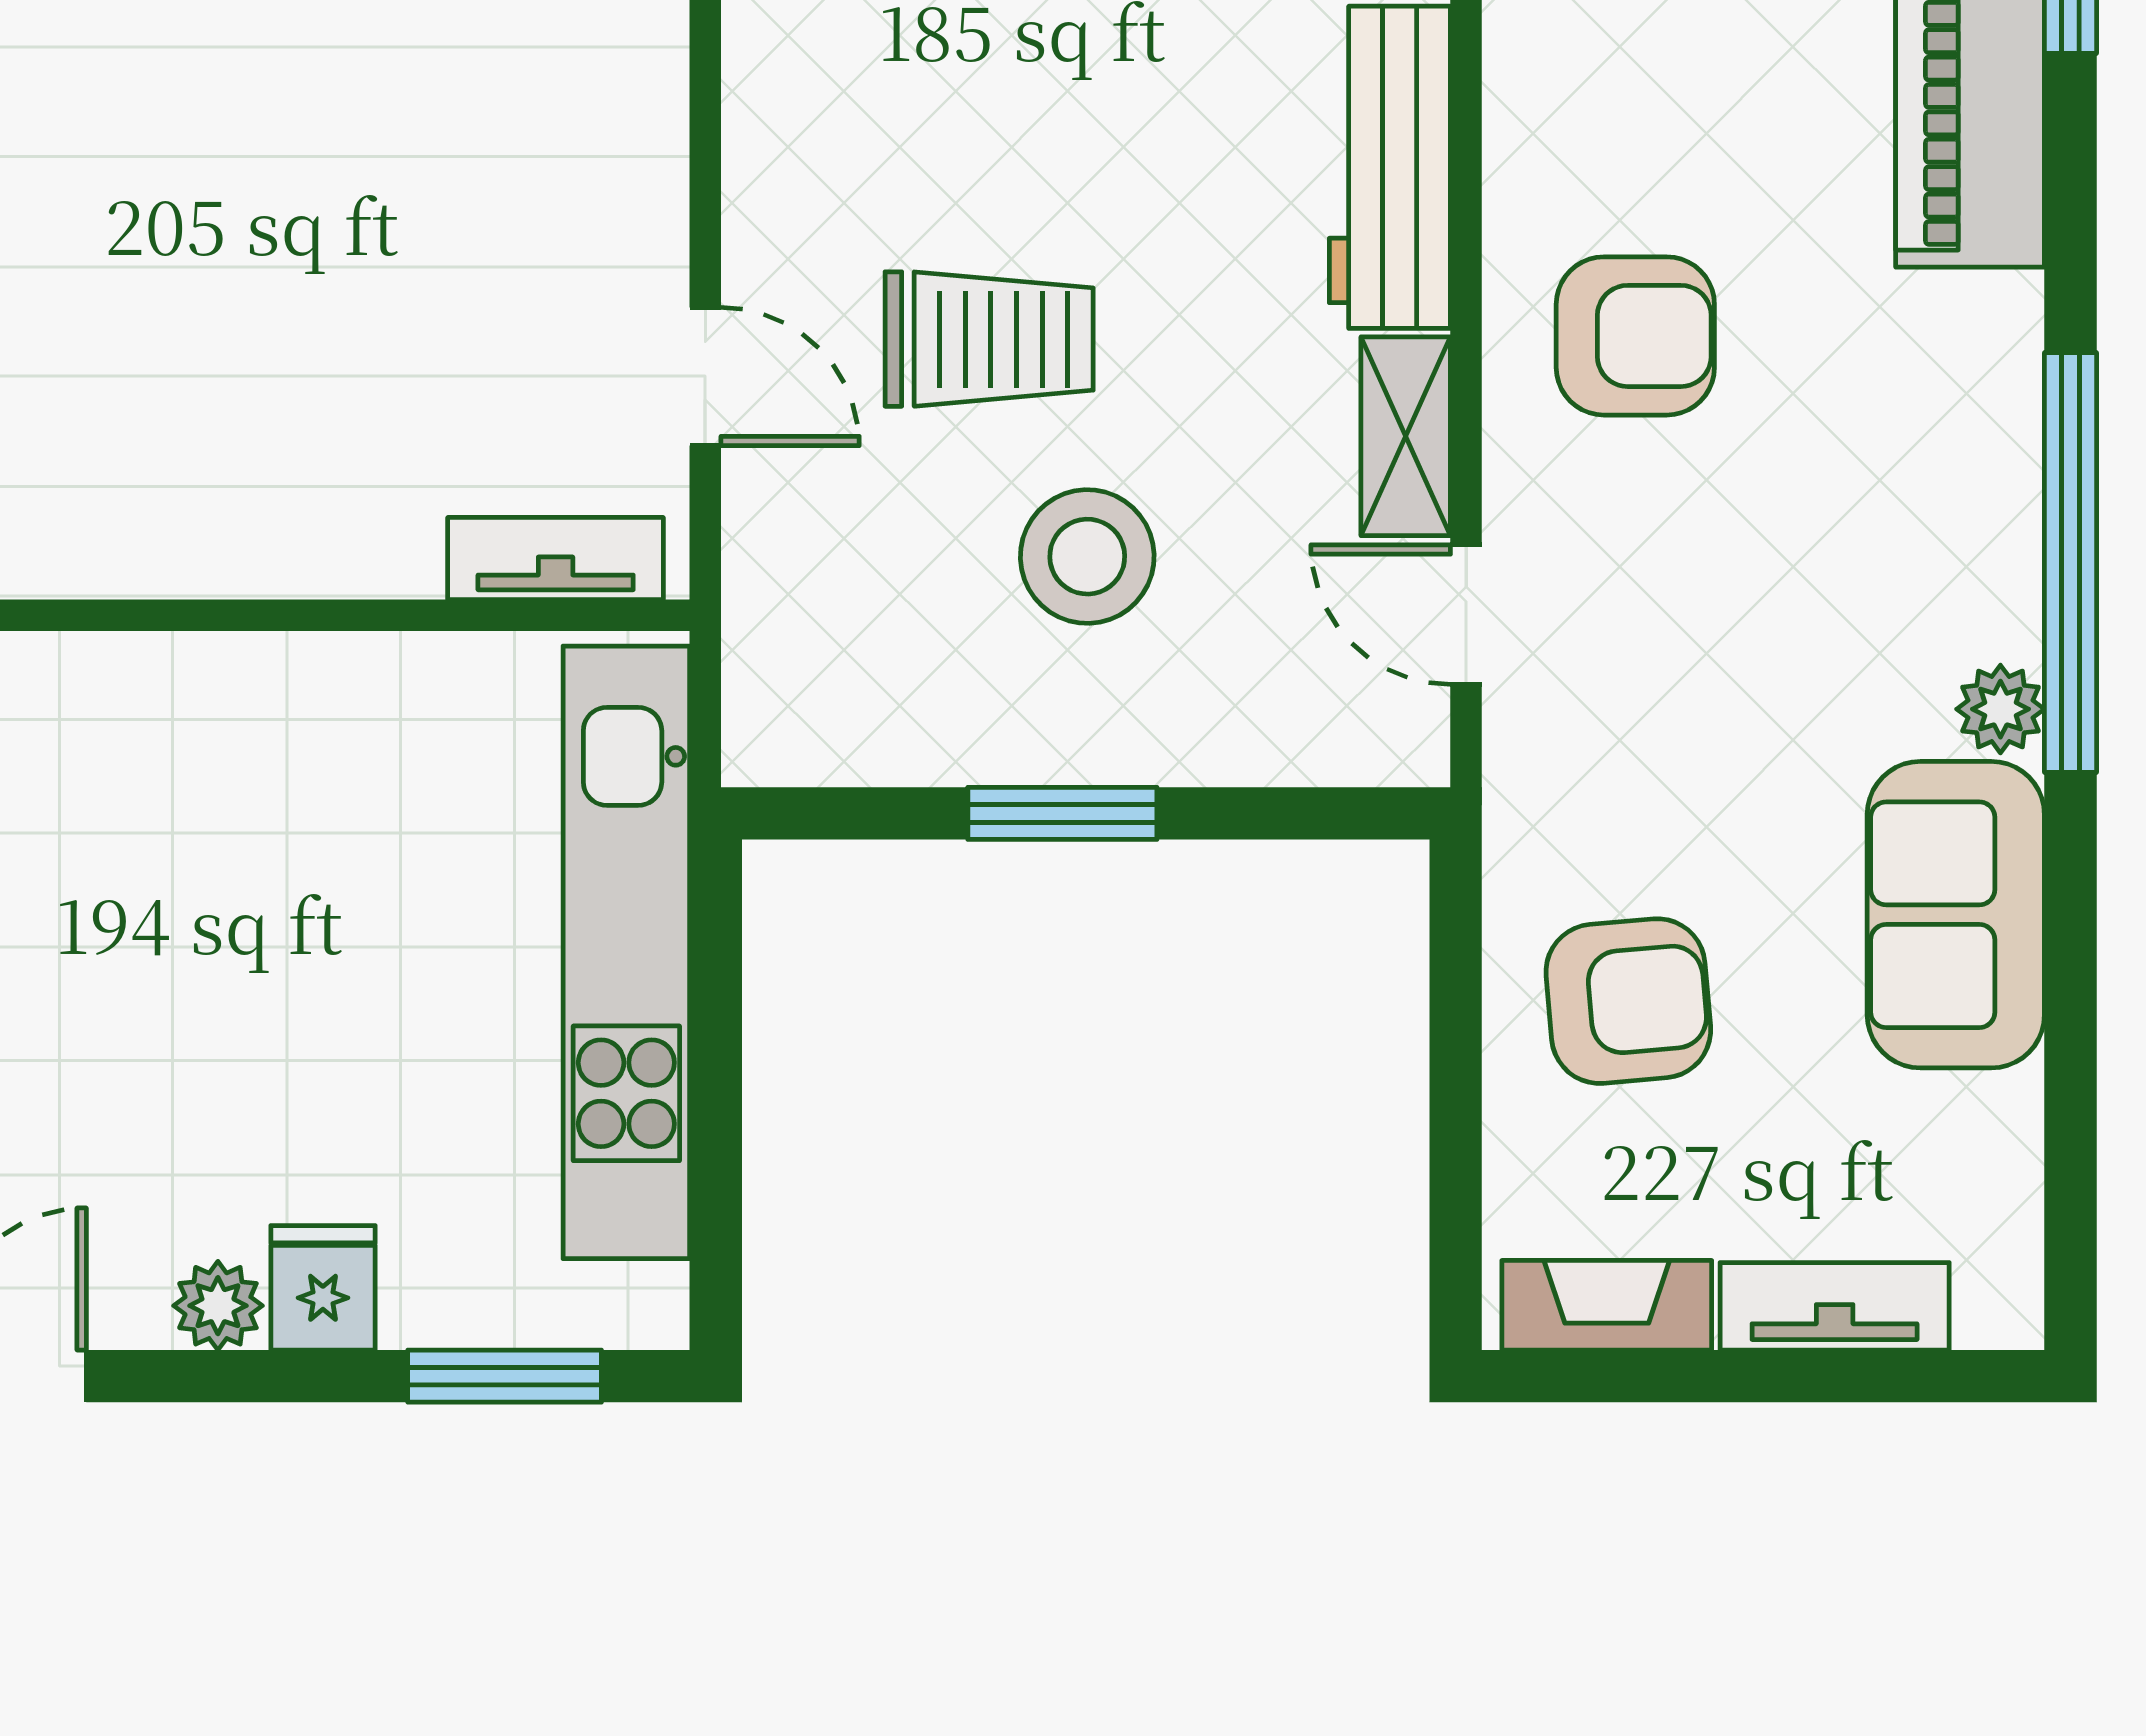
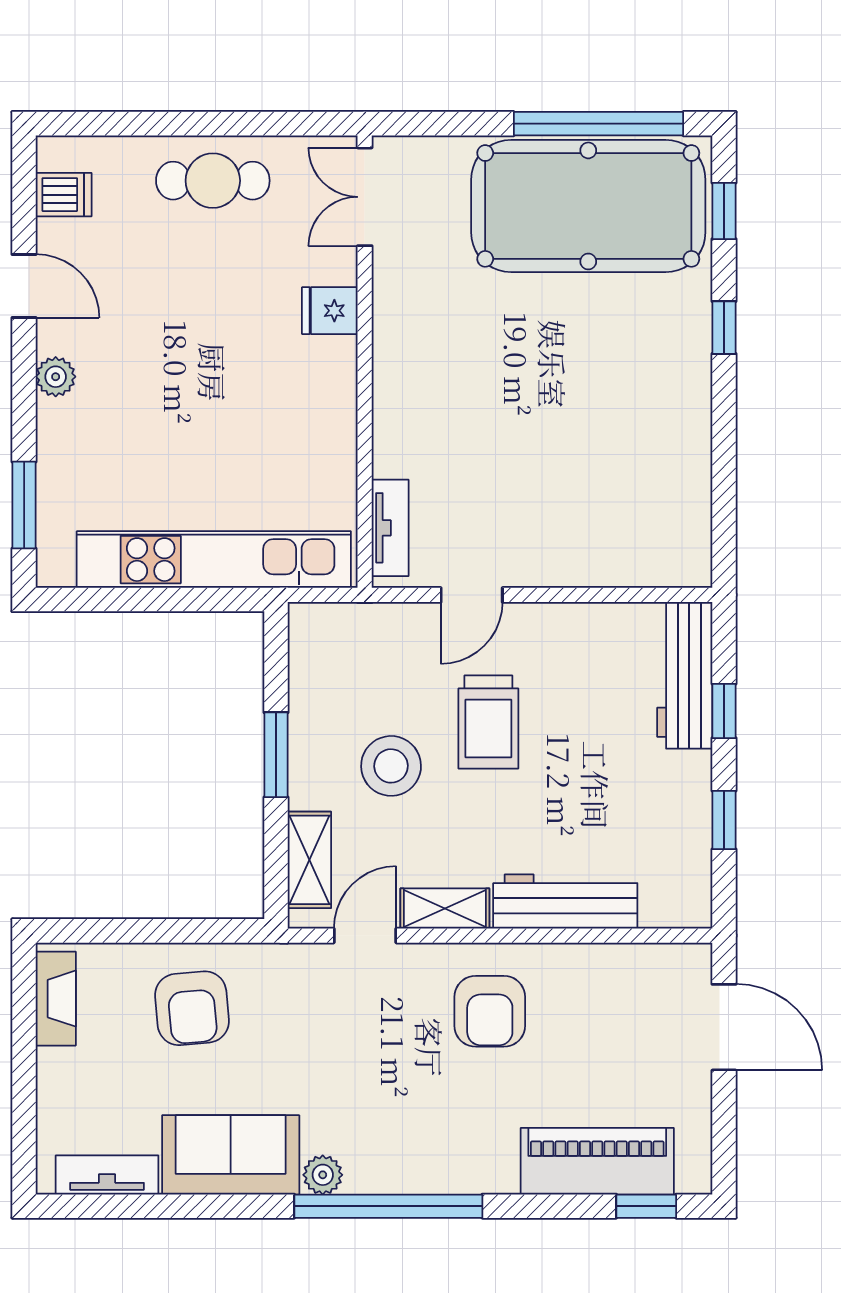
shelving: (1297, 739) -> (309, 860), added
fridge: (323, 1288) -> (330, 311), moved, turned 180
tv unit: (1835, 1306) -> (107, 1175), moved, turned -90

